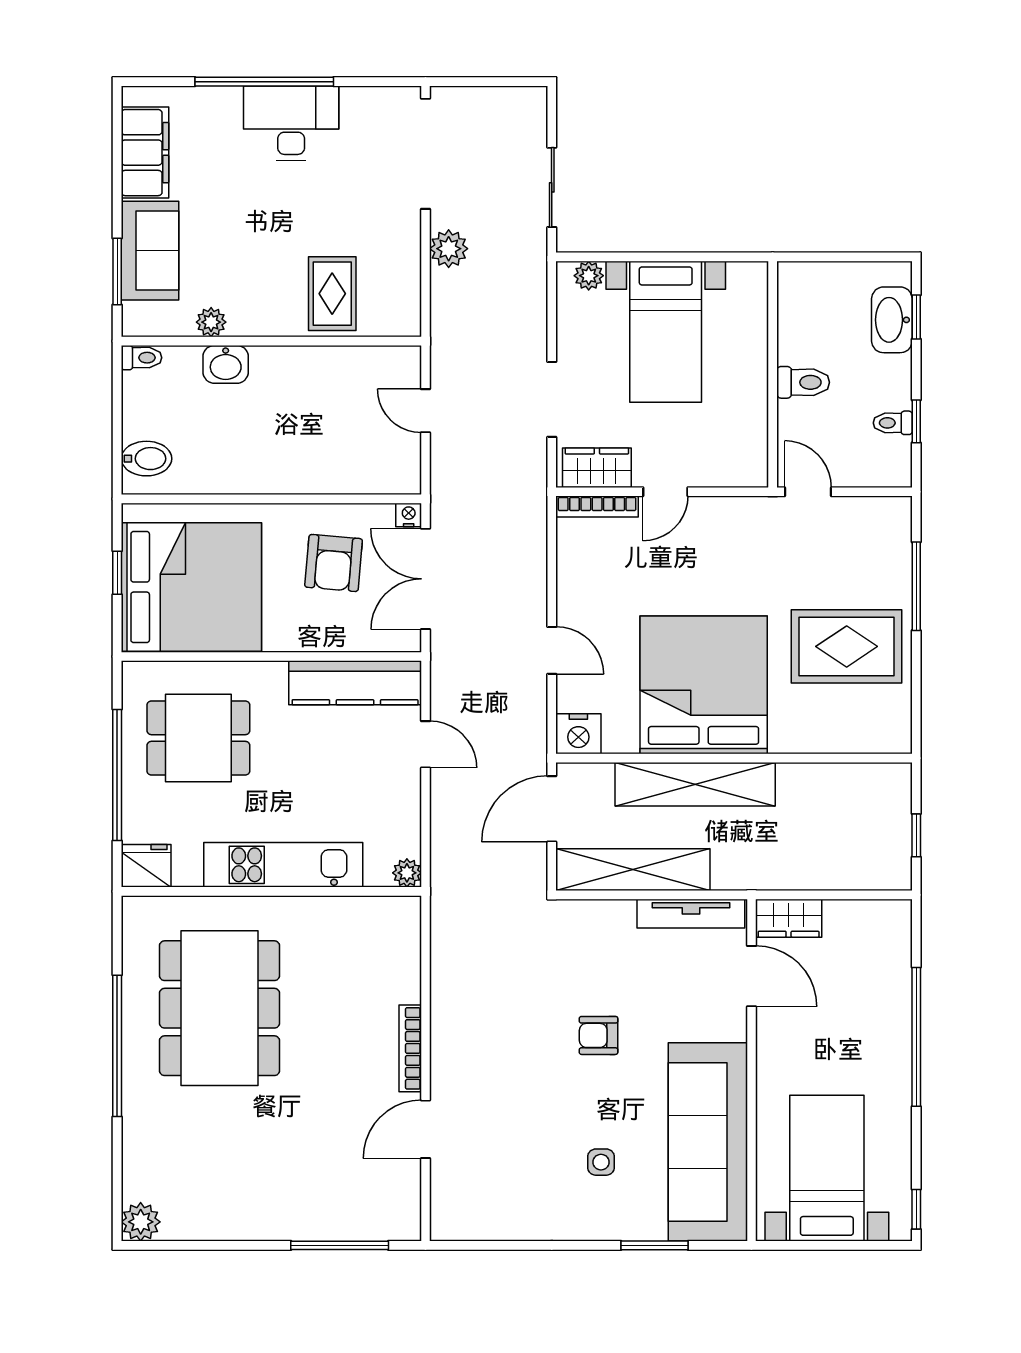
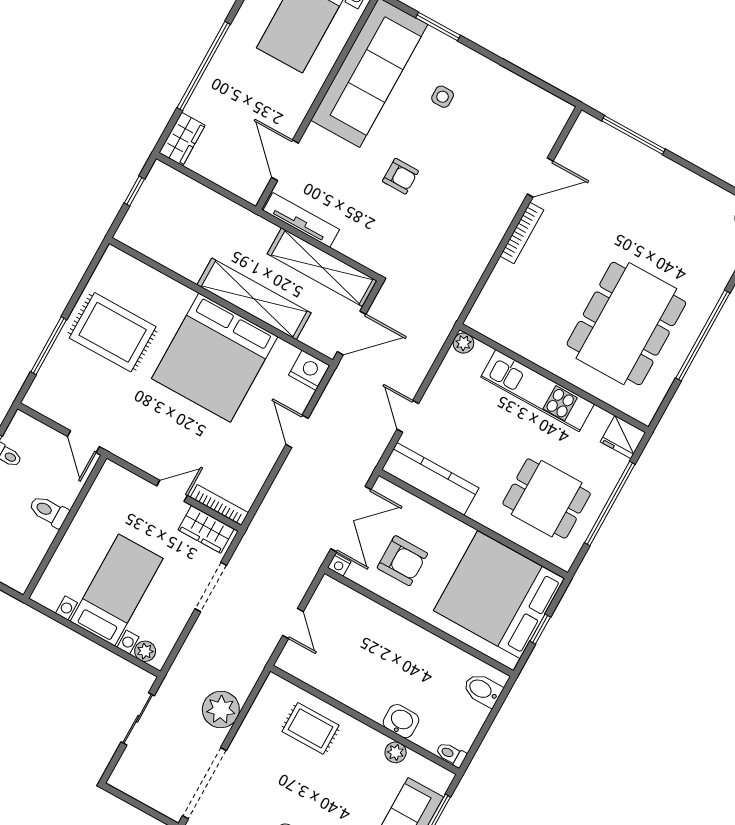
plant: (449, 249) -> (221, 709), width x1.36, depth x1.36
rug: (332, 294) -> (311, 728), turned 90
armchair: (334, 563) -> (402, 561), turned 85
wardrobe: (789, 918) -> (182, 139), moved, turned 90

